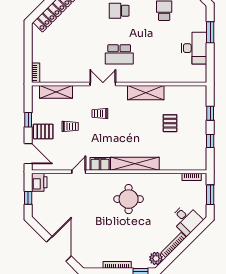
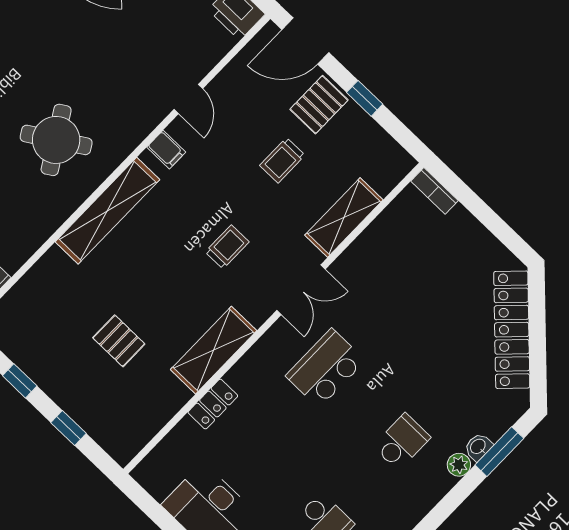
locker: (162, 77) -> (213, 404), added
shelving: (56, 92) -> (344, 217), moved
trolley: (100, 114) -> (227, 247), moved
filing cabinet: (100, 164) -> (166, 150), width x0.50
round table: (129, 199) -> (56, 140), turned -32

